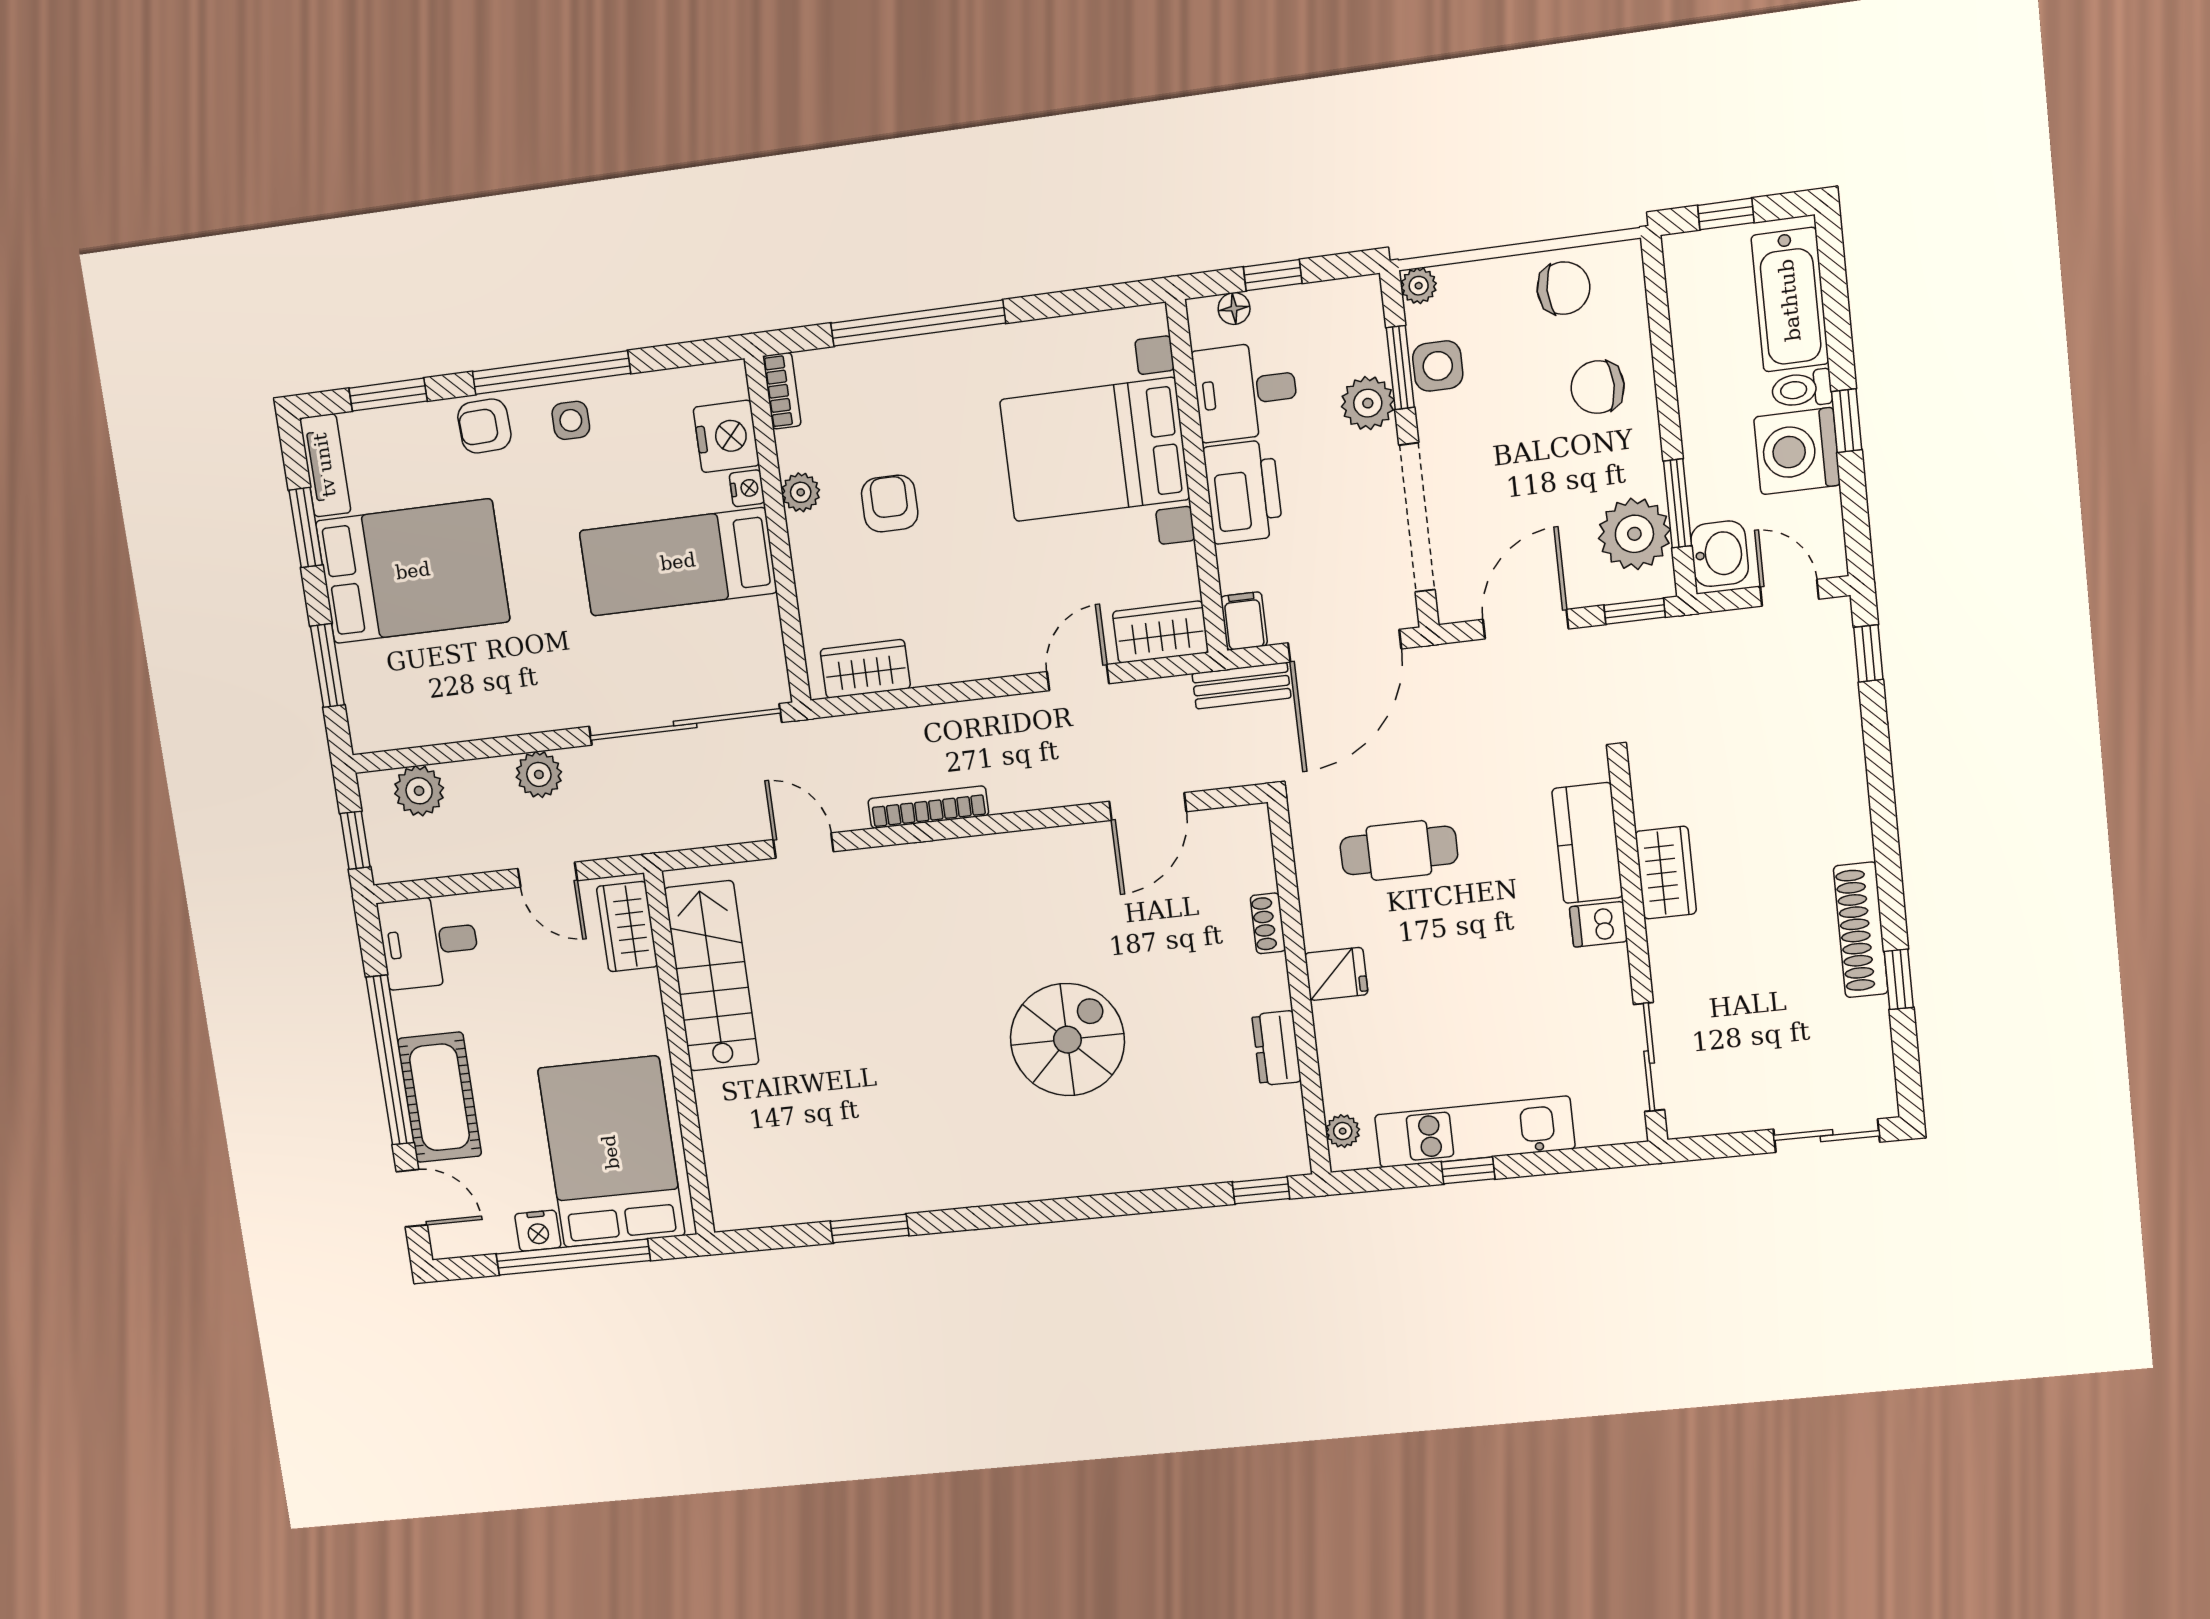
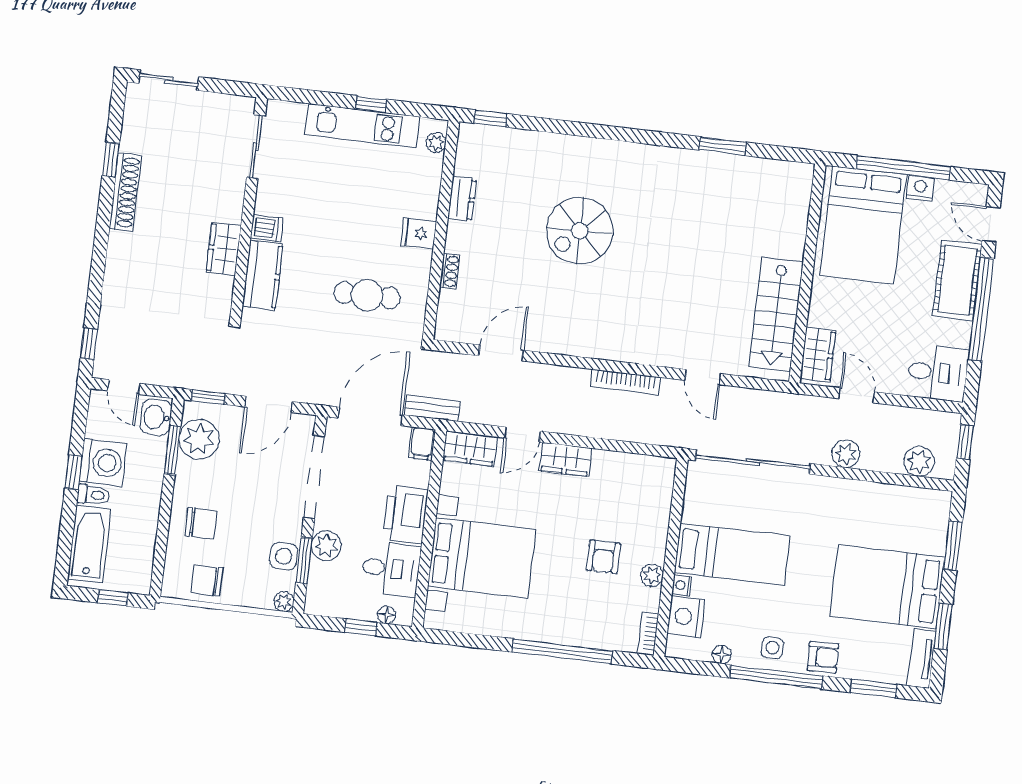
floor lamp: (651, 387) -> (722, 654), added
wardrobe: (865, 669) -> (566, 459), moved

